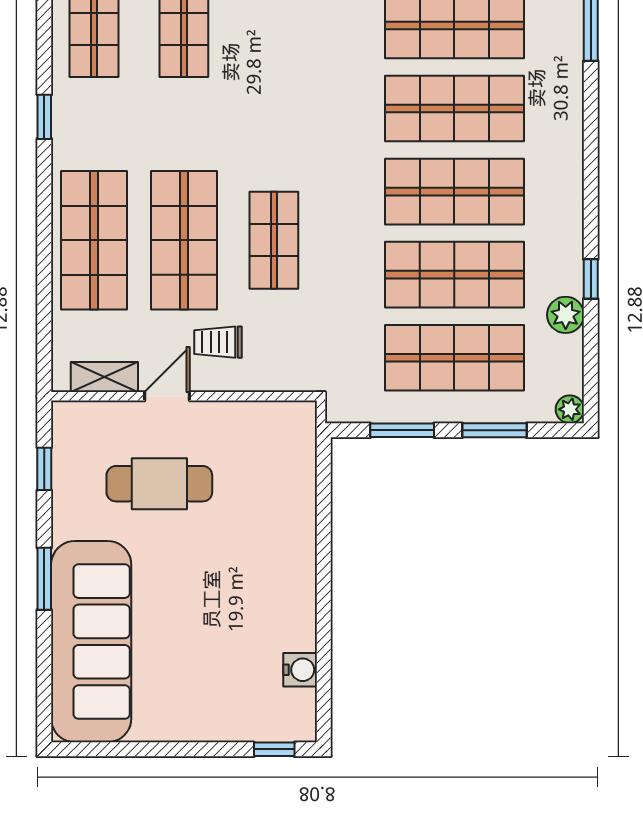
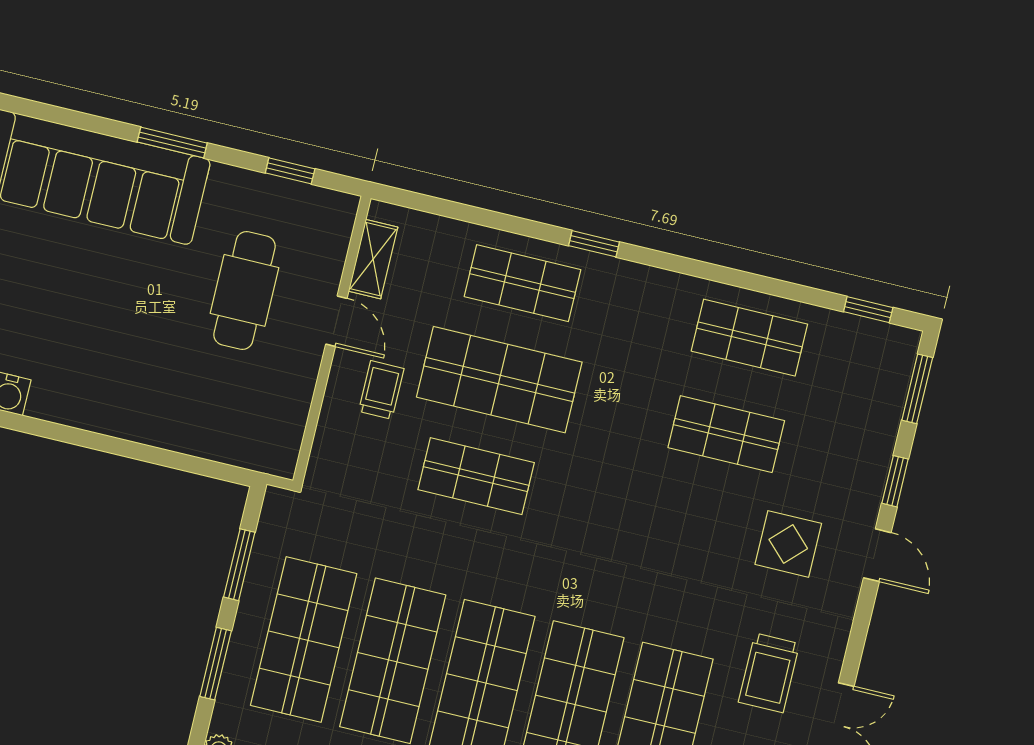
window: (44, 117) -> (594, 244), moved
shop shelf: (94, 240) -> (523, 283), width x0.70, depth x0.74

